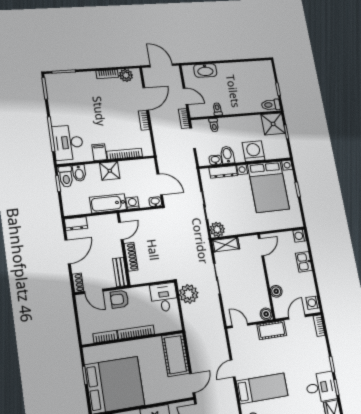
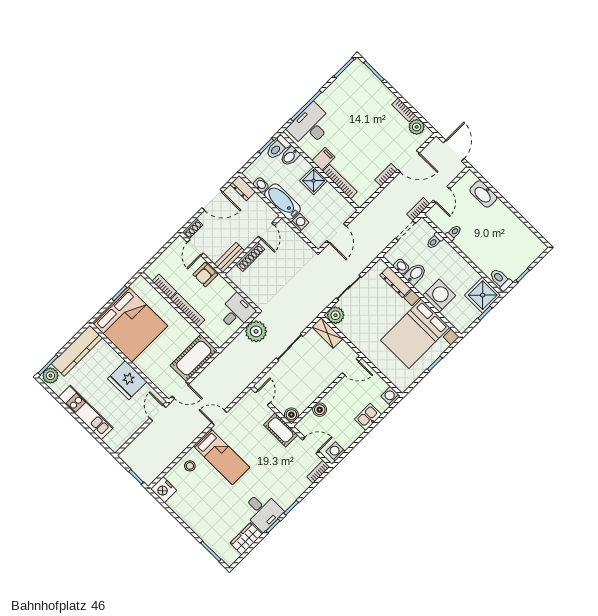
washbasin: (155, 202) -> (261, 185), moved
door: (121, 231) -> (266, 231), hinge flipped
armchair: (119, 299) -> (205, 275), turned -90

